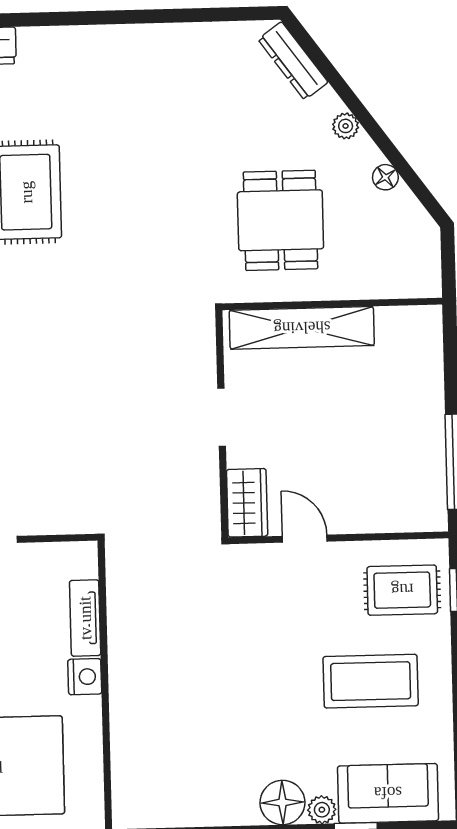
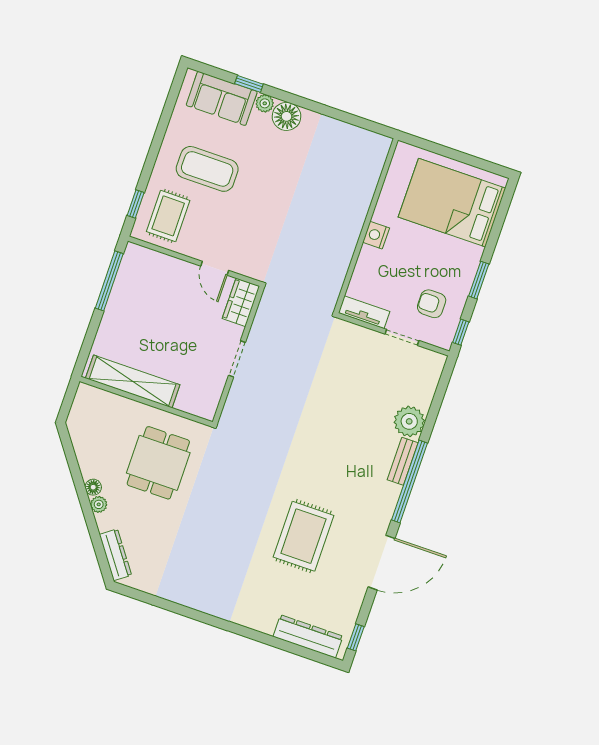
floor lamp: (385, 177) -> (93, 487), moved
shelving: (302, 328) -> (133, 381), moved
rug: (402, 590) -> (168, 216), turned 90
tv unit: (85, 618) -> (364, 312), moved, turned -90

